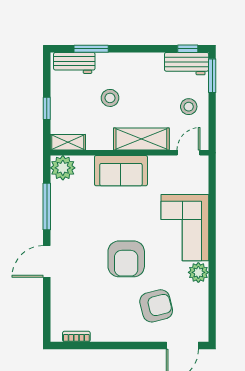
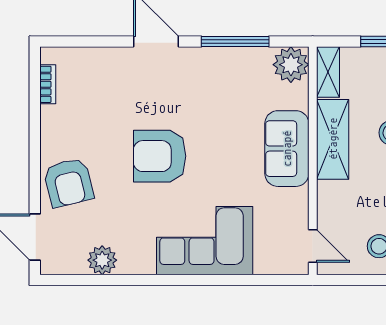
shelving: (141, 139) -> (333, 139), moved
plant: (198, 272) -> (102, 260), moved
armchair: (156, 306) -> (69, 183), moved

